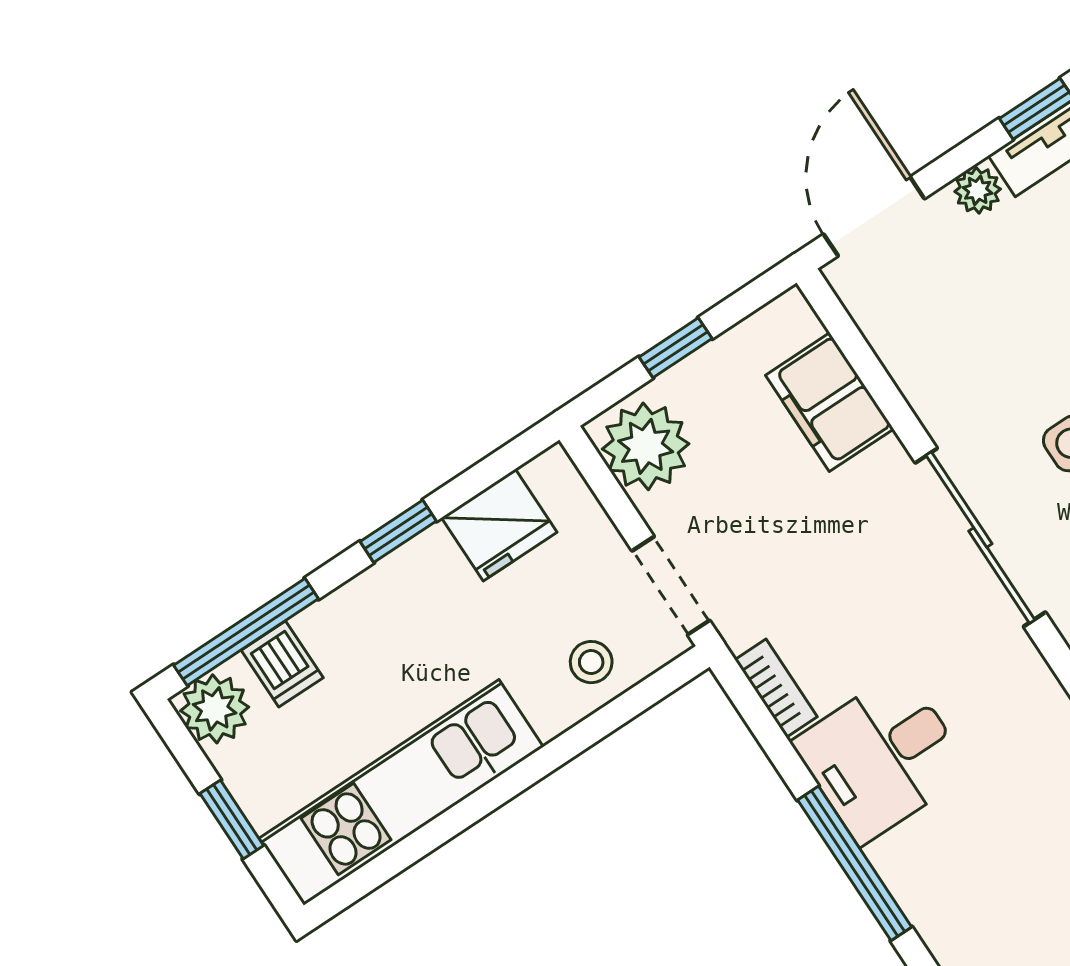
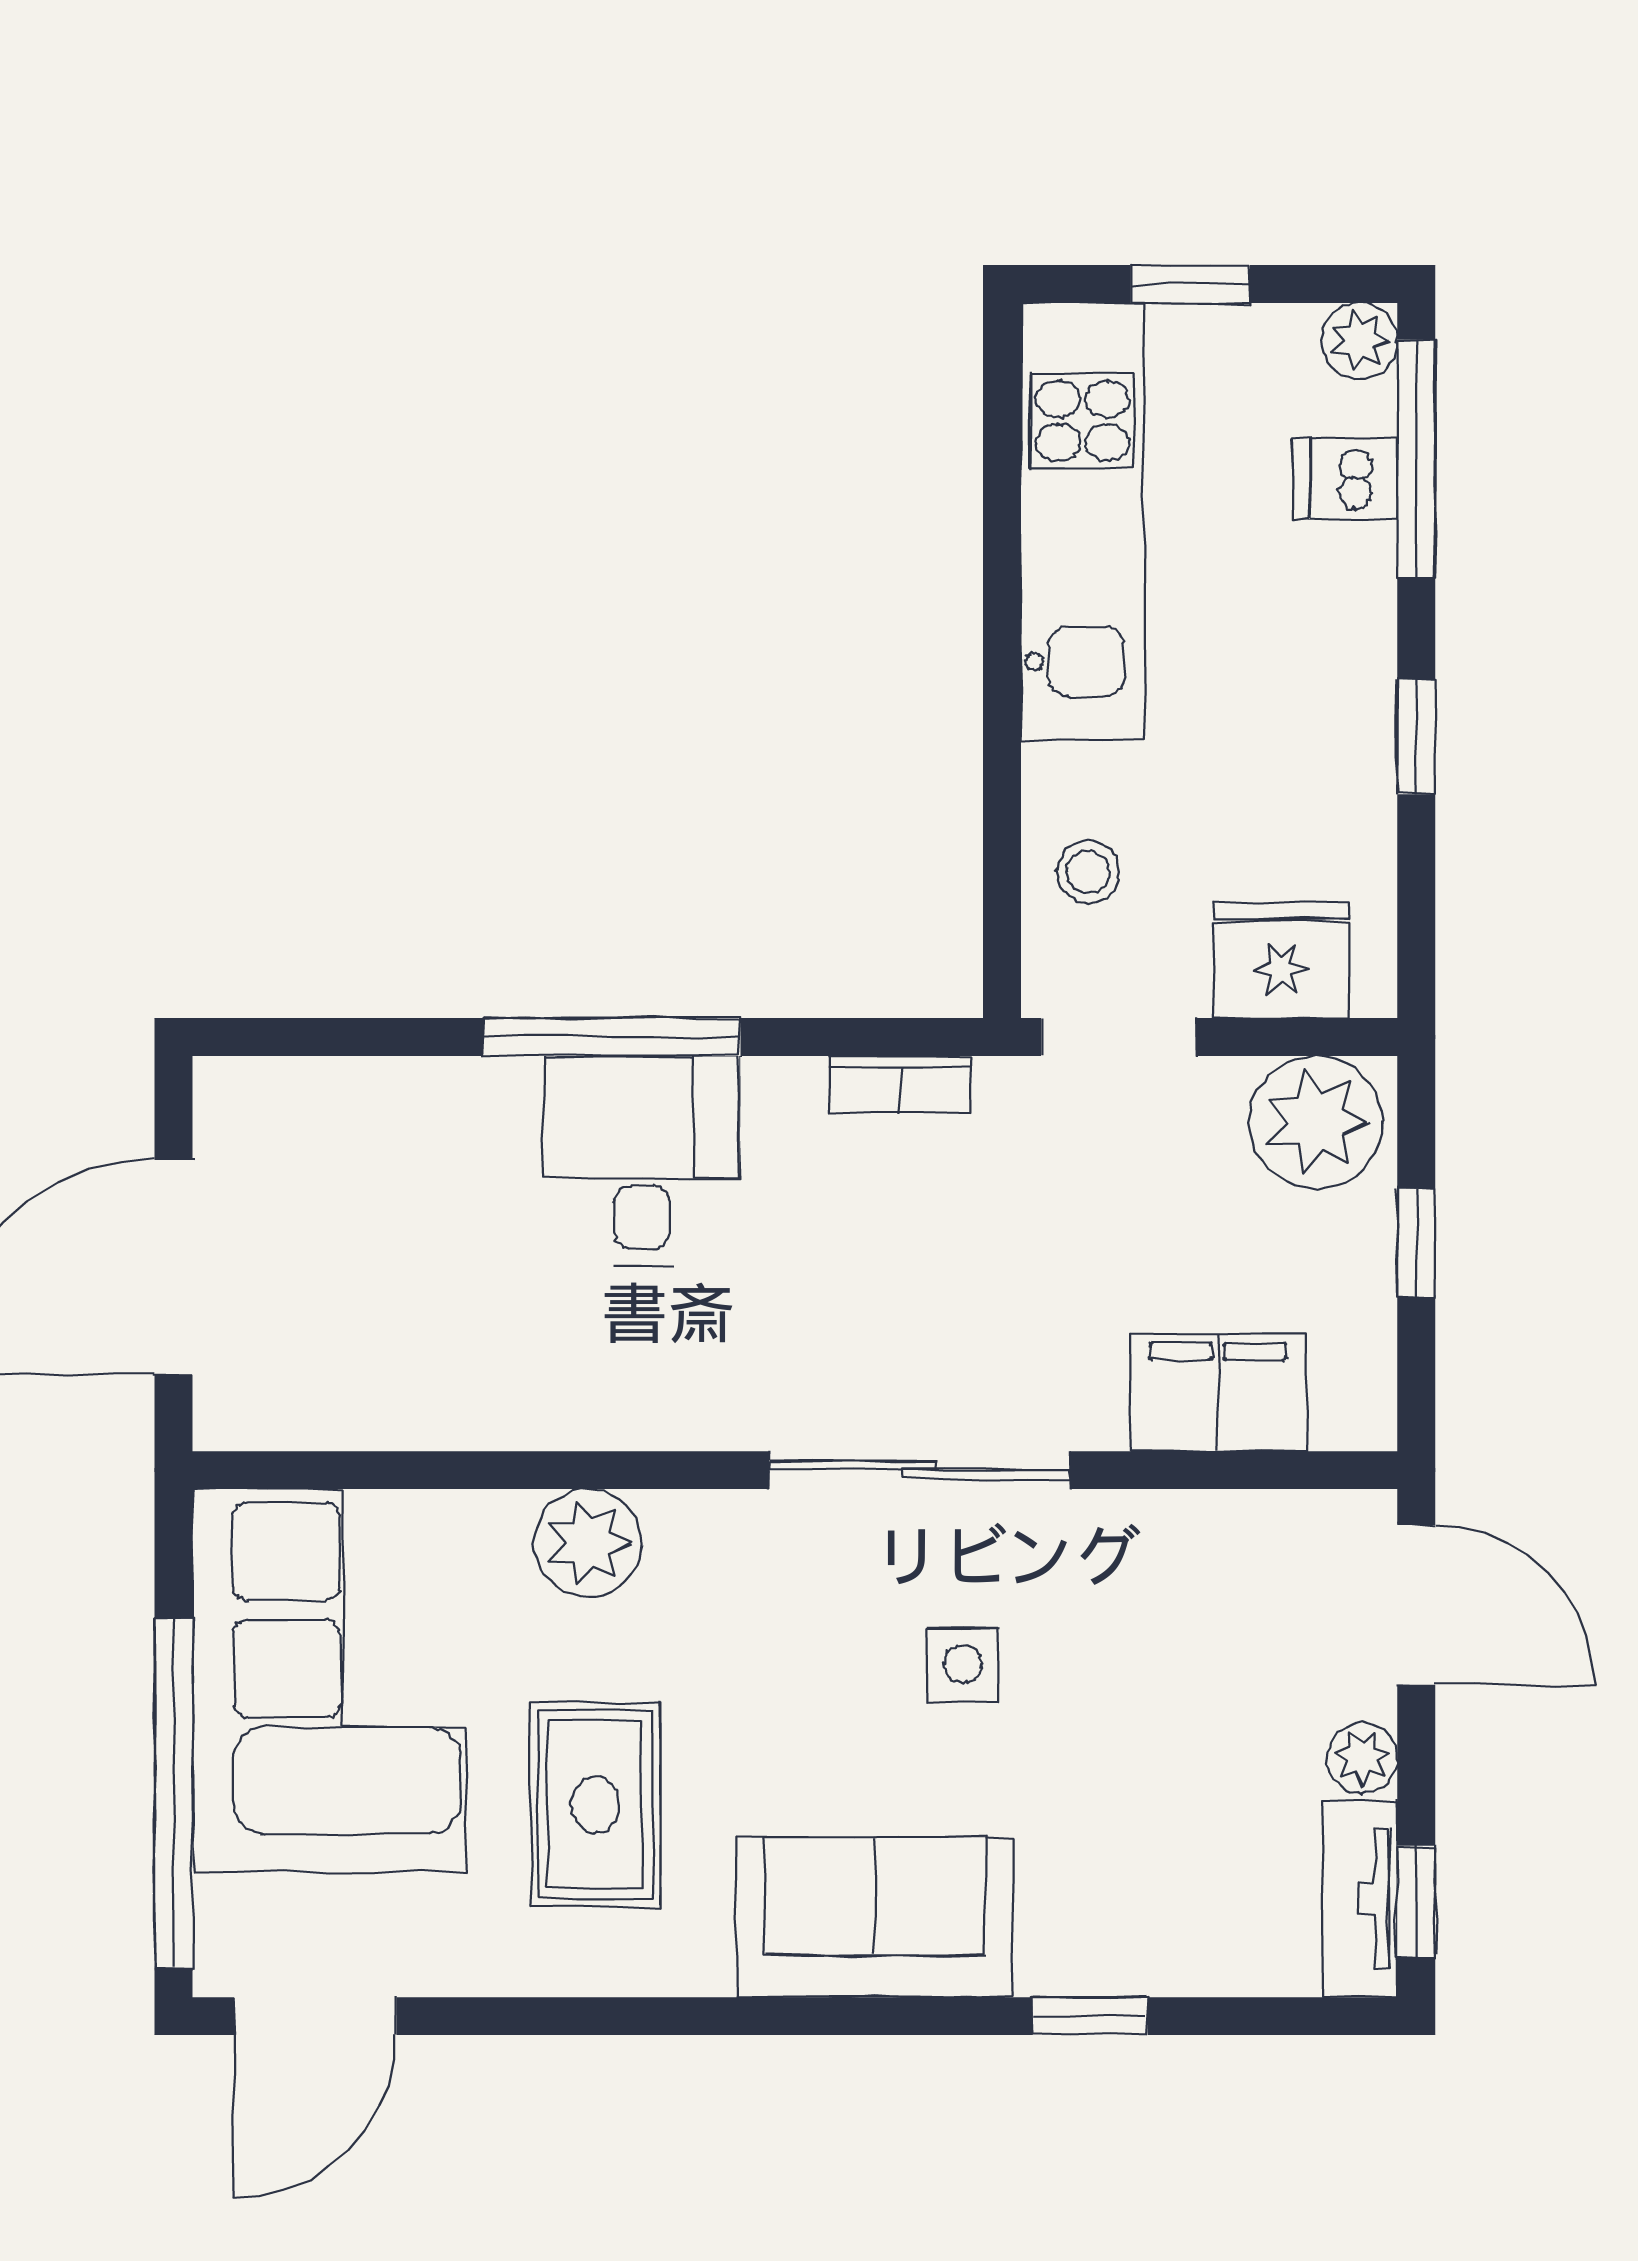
fridge: (499, 525) -> (1281, 960), moved, turned 90
plant: (215, 709) -> (1359, 341), width x0.73, depth x0.73
desk: (882, 757) -> (642, 1161), moved

